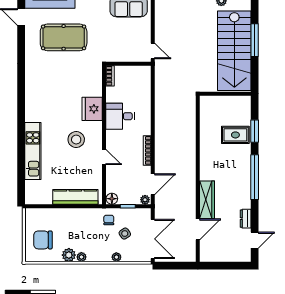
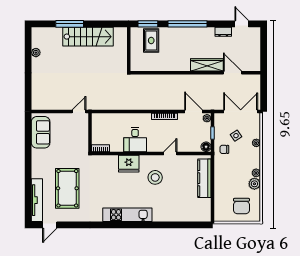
stairs: (234, 51) -> (88, 37), width x0.73, depth x0.66
wall: (225, 94) -> (129, 49), moved
kitchen unit: (33, 151) -> (127, 215), moved

